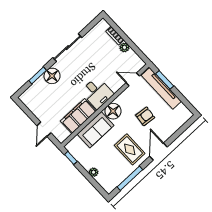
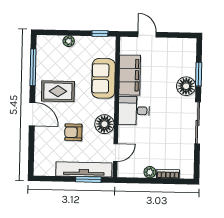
floor lamp: (113, 111) -> (104, 124), moved
armchair: (145, 116) -> (73, 132), turned 84

